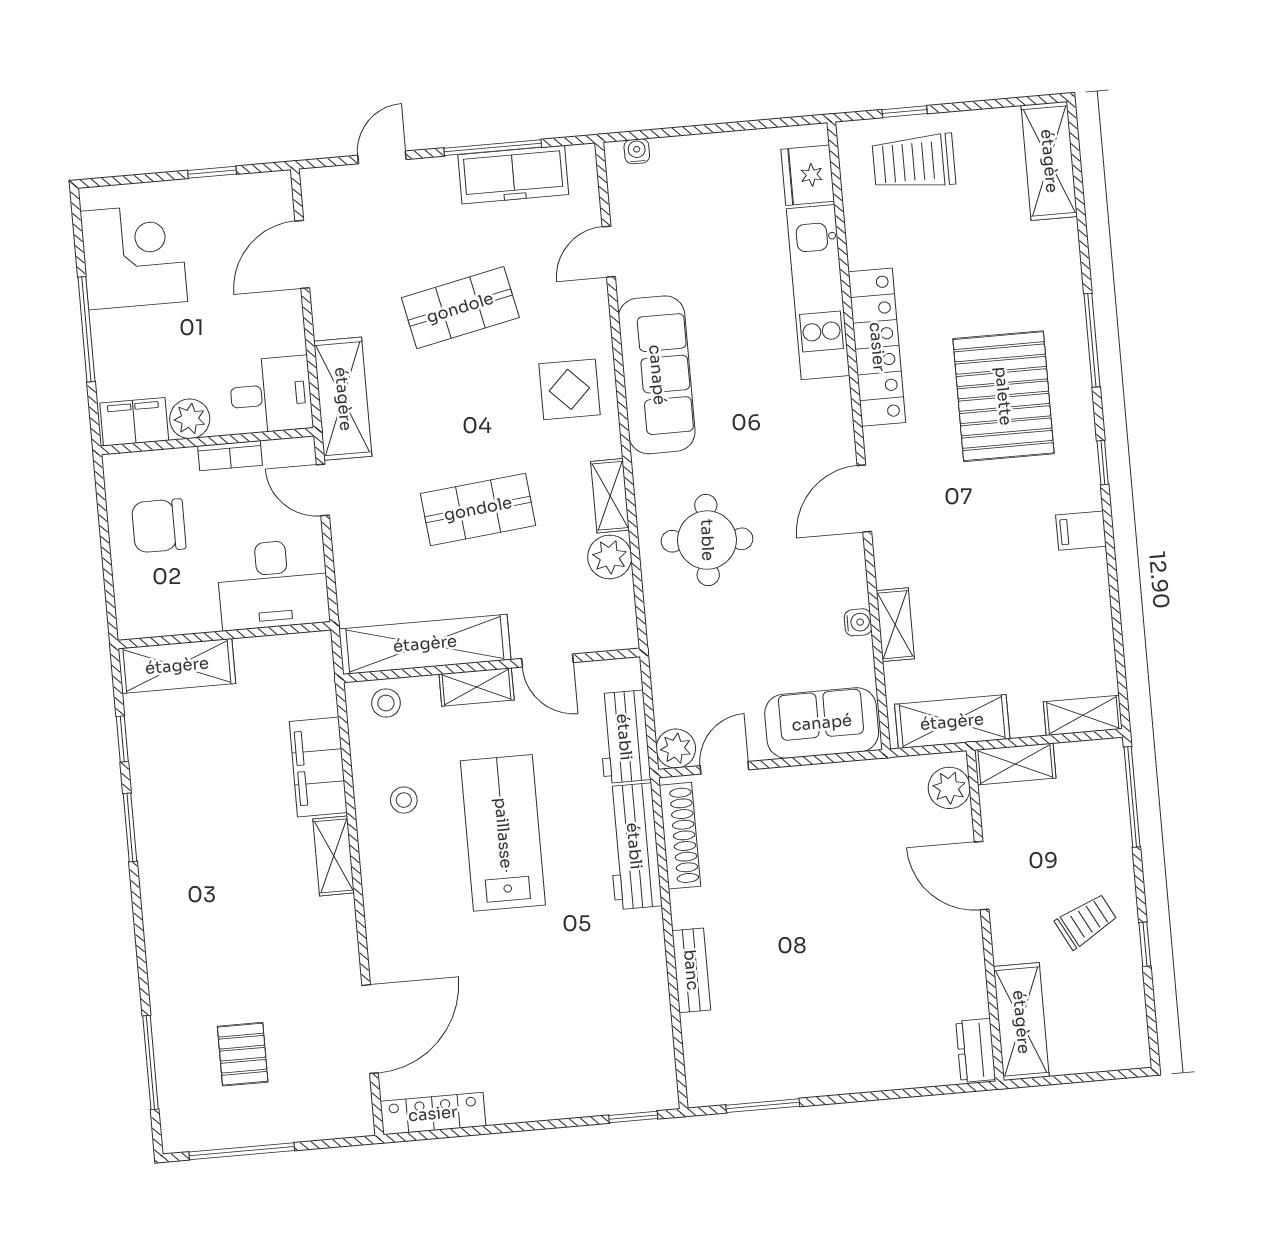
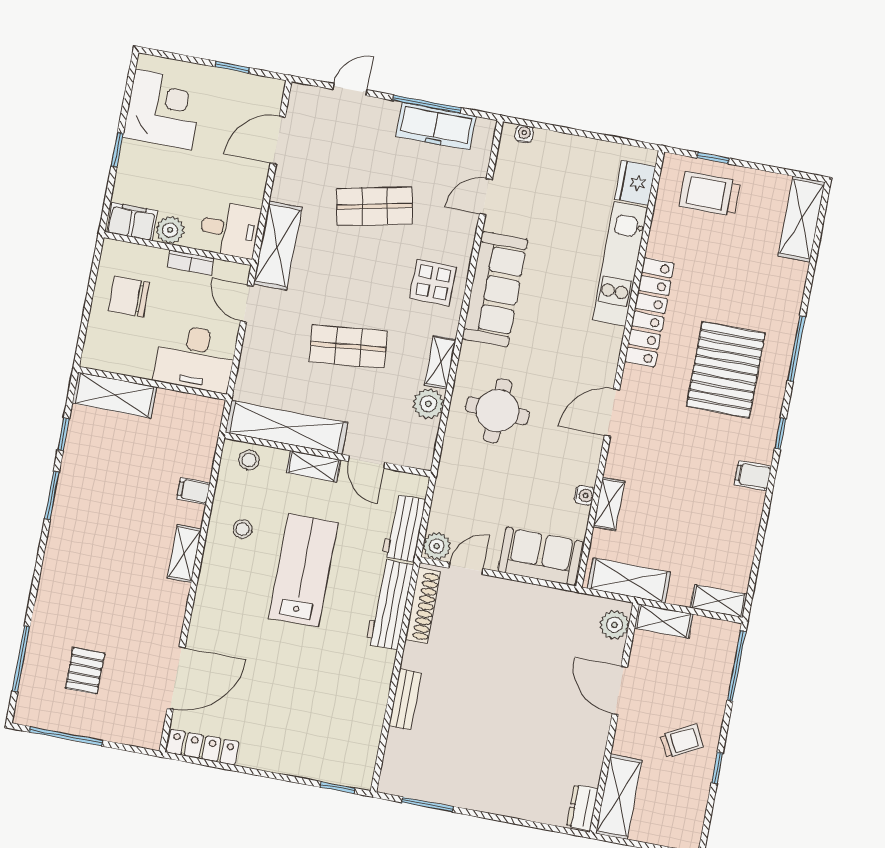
window: (86, 329) -> (117, 150), width x0.46
filing cabinet: (318, 767) -> (193, 491), width x0.33, depth x0.86

